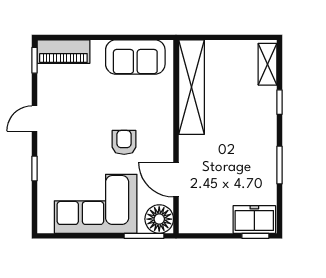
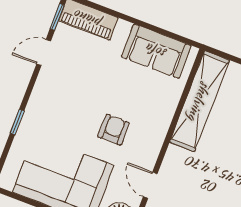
door: (35, 118) -> (44, 52), moved
door: (176, 180) -> (150, 185), width x0.73

